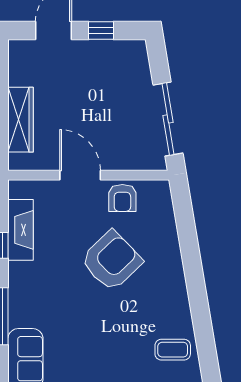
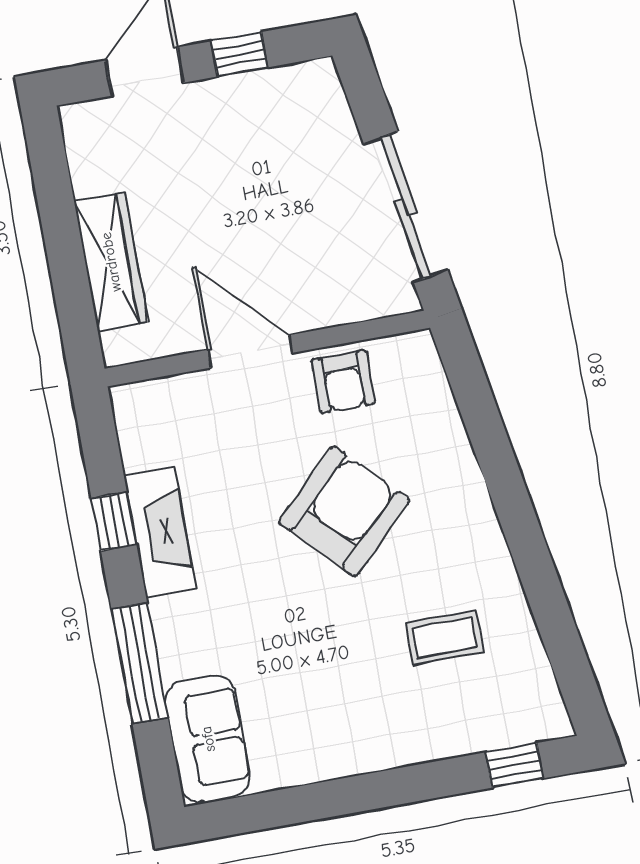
fireplace: (20, 230) -> (160, 532), moved
coffee table: (173, 350) -> (444, 638), moved

